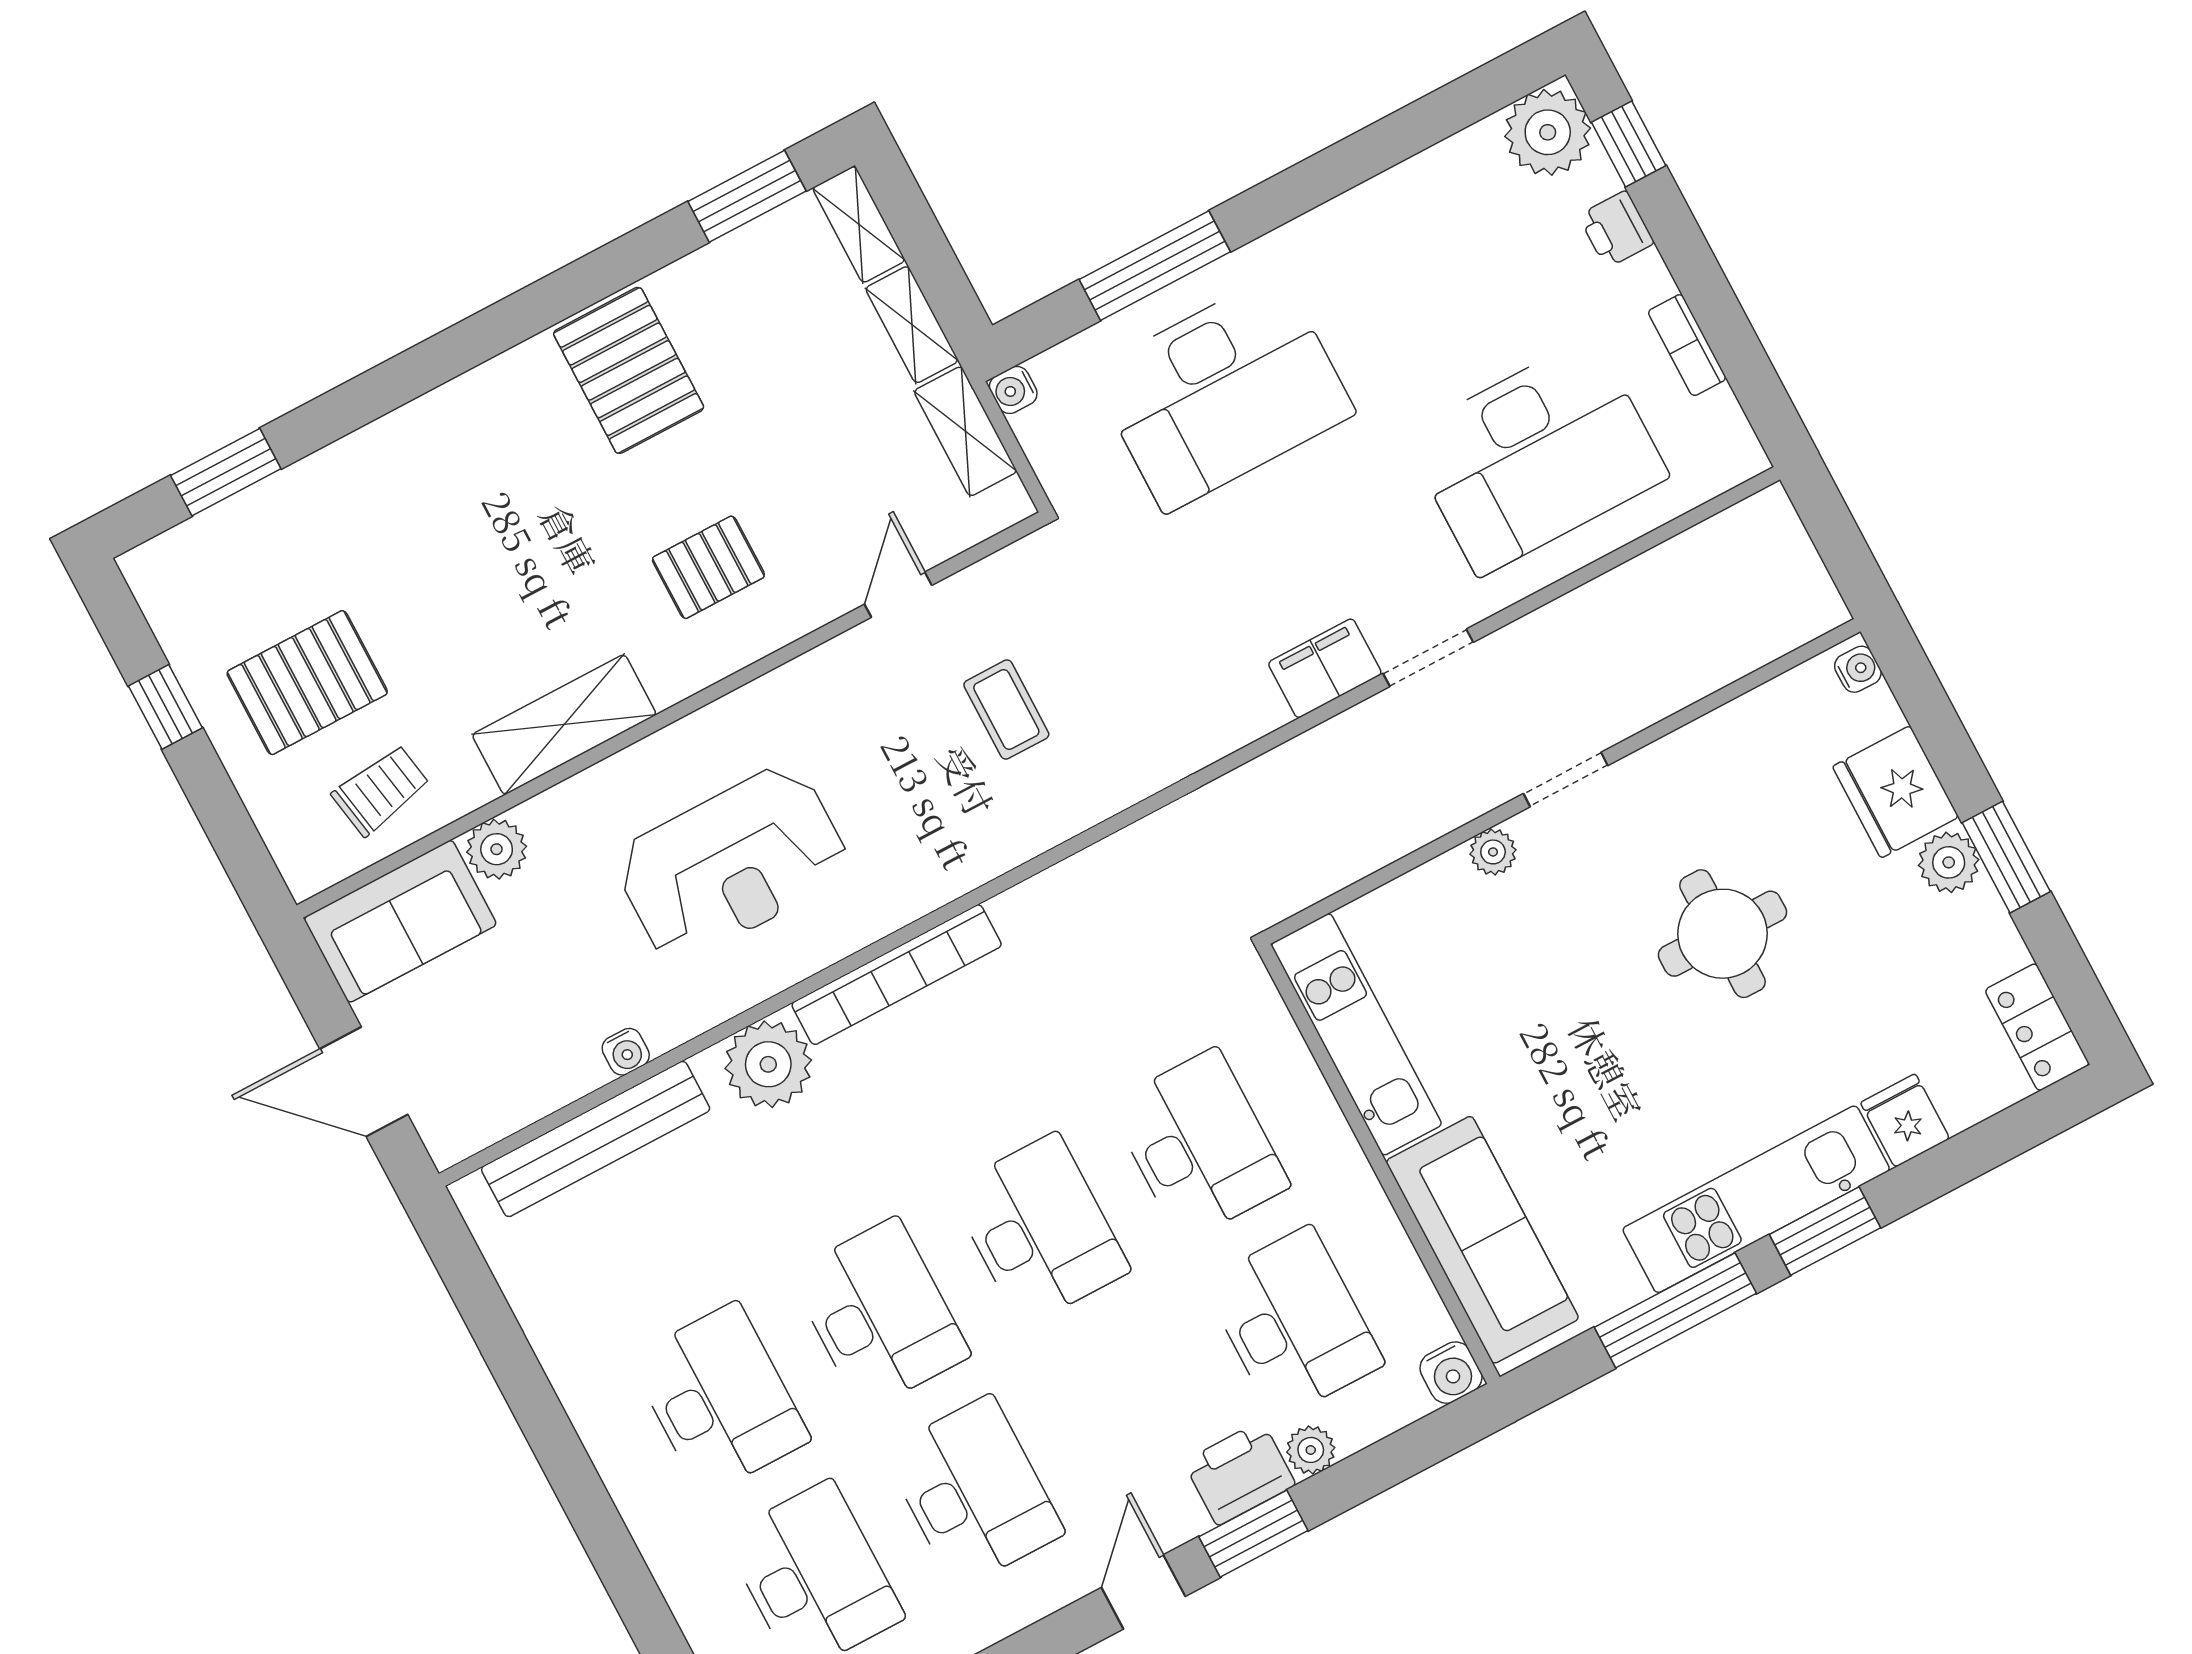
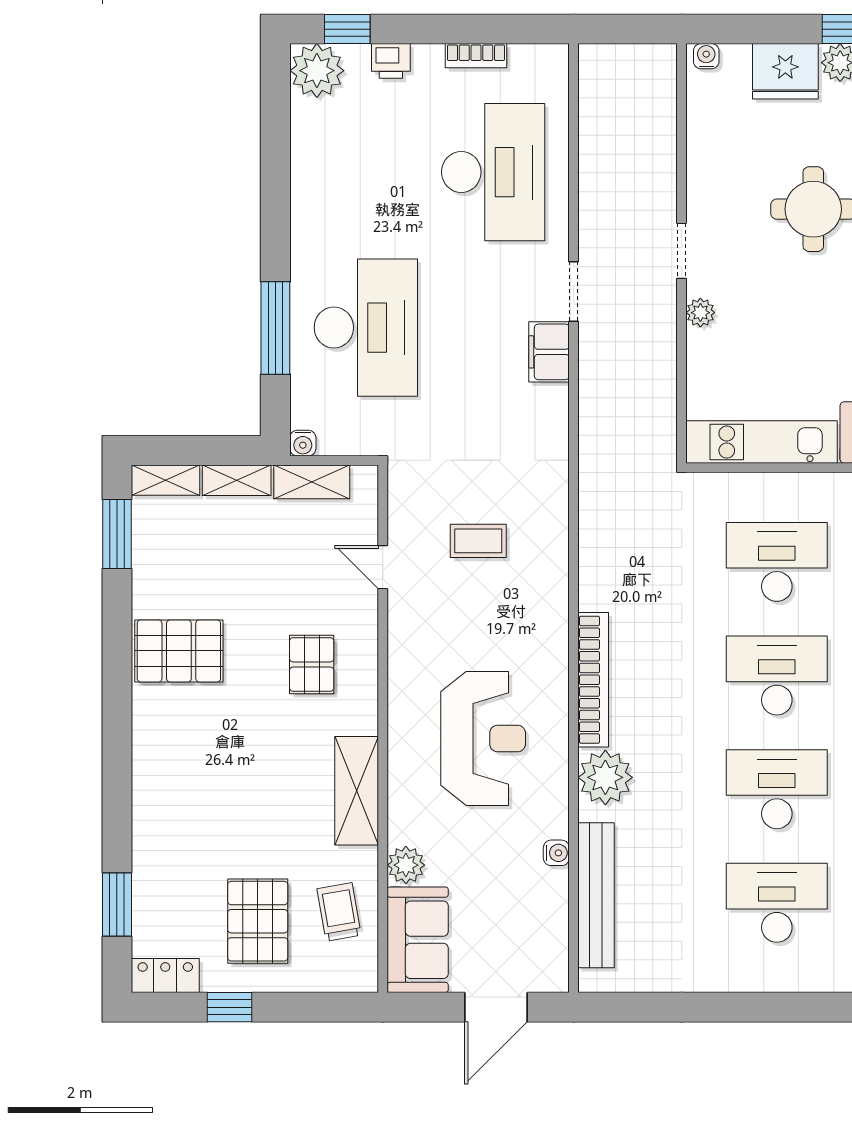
locker: (162, 593) -> (165, 976), added

